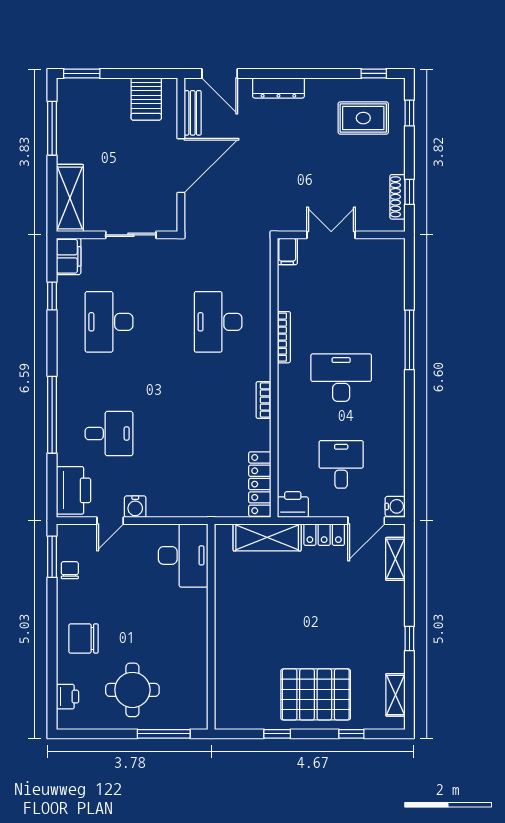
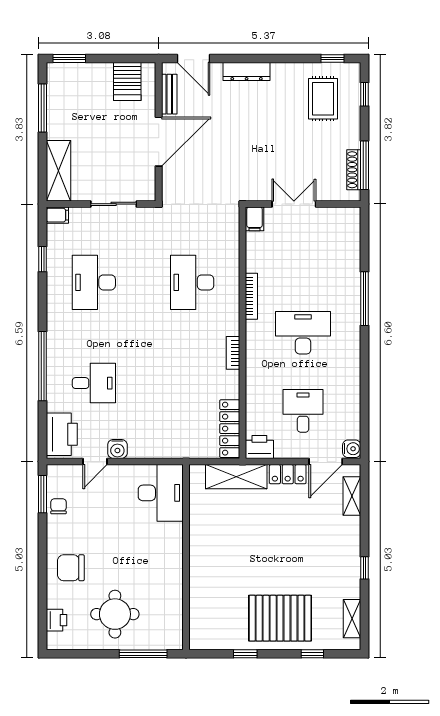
rug: (363, 118) -> (323, 99), turned 90
window: (409, 192) -> (364, 165), width x2.17
filing cabinet: (69, 256) -> (57, 215), width x0.50

